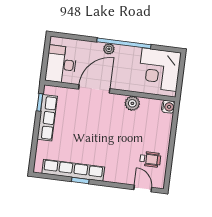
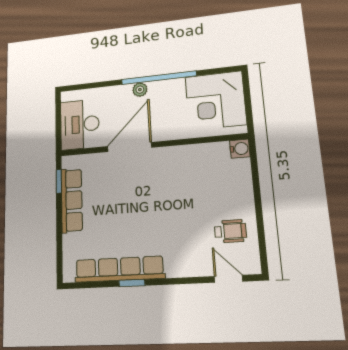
plant: (132, 103) -> (187, 155), removed

